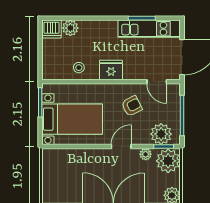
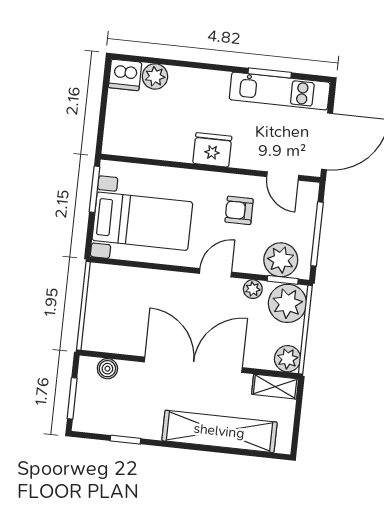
stool: (79, 68) -> (162, 141), removed
armchair: (132, 106) -> (239, 210), turned -153

